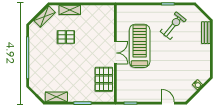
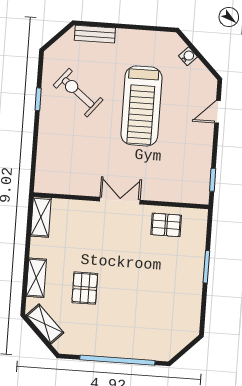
treadmill: (140, 46) -> (141, 106), moved, turned -90
pallet: (104, 79) -> (166, 225), width x0.67, depth x0.71
shelving: (56, 97) -> (41, 217), moved

